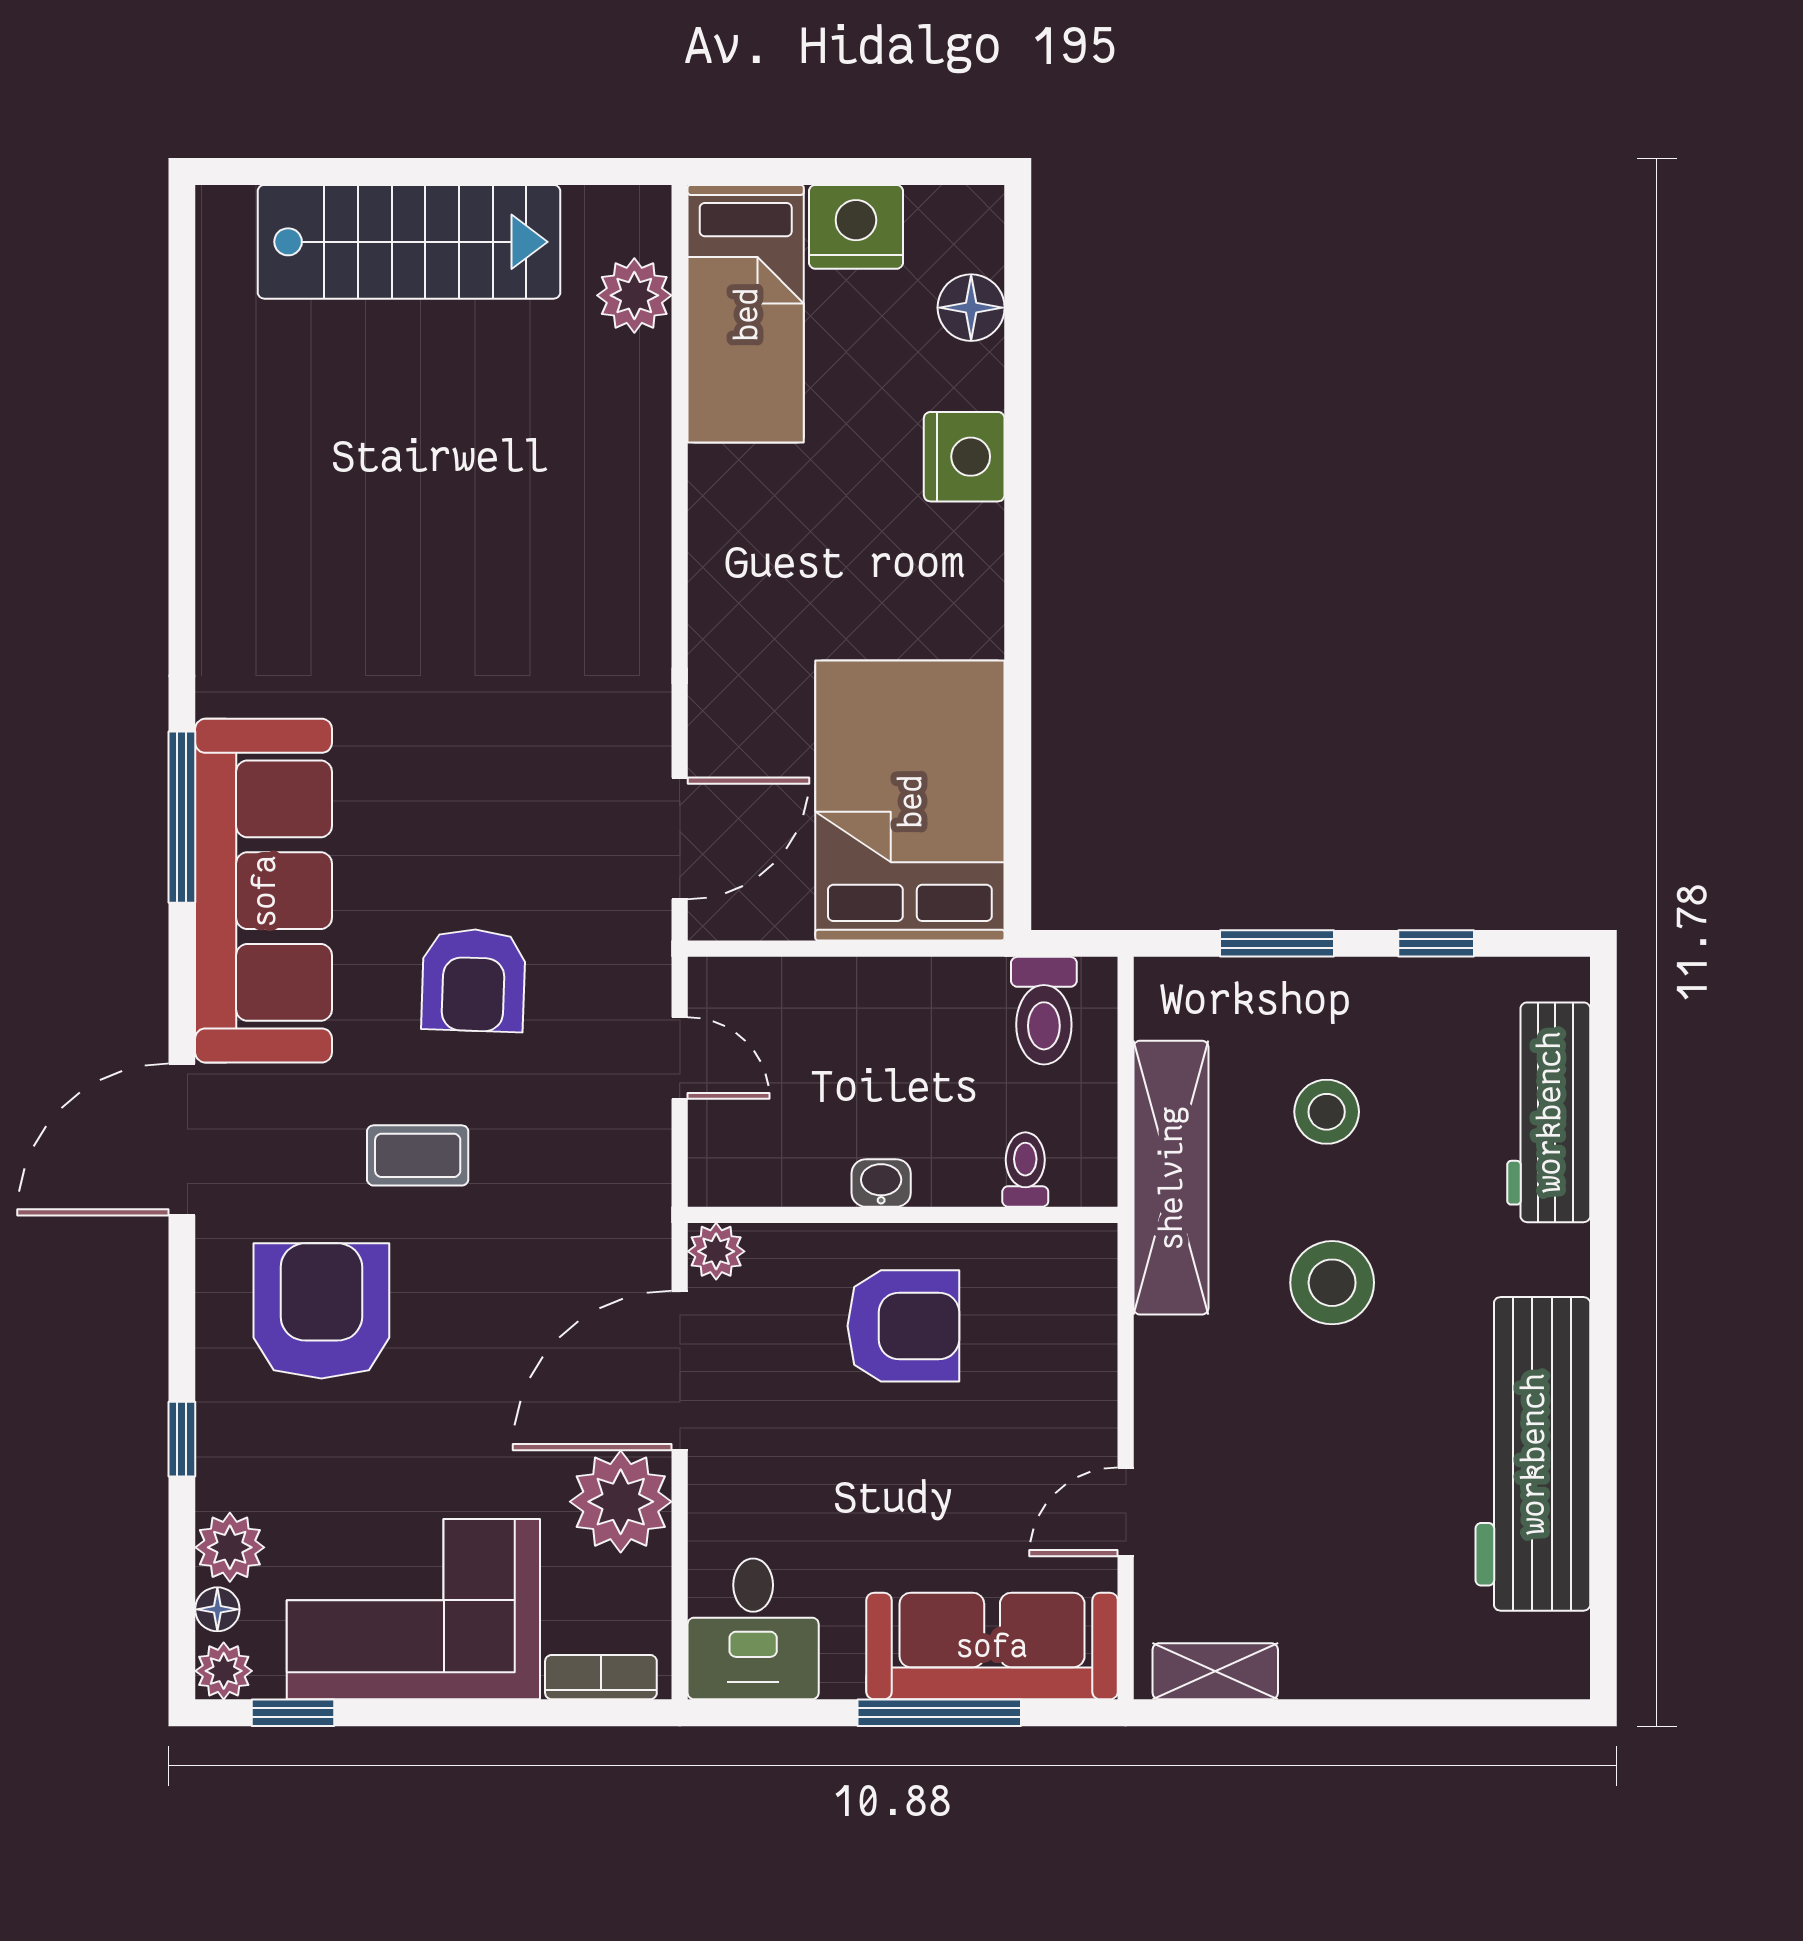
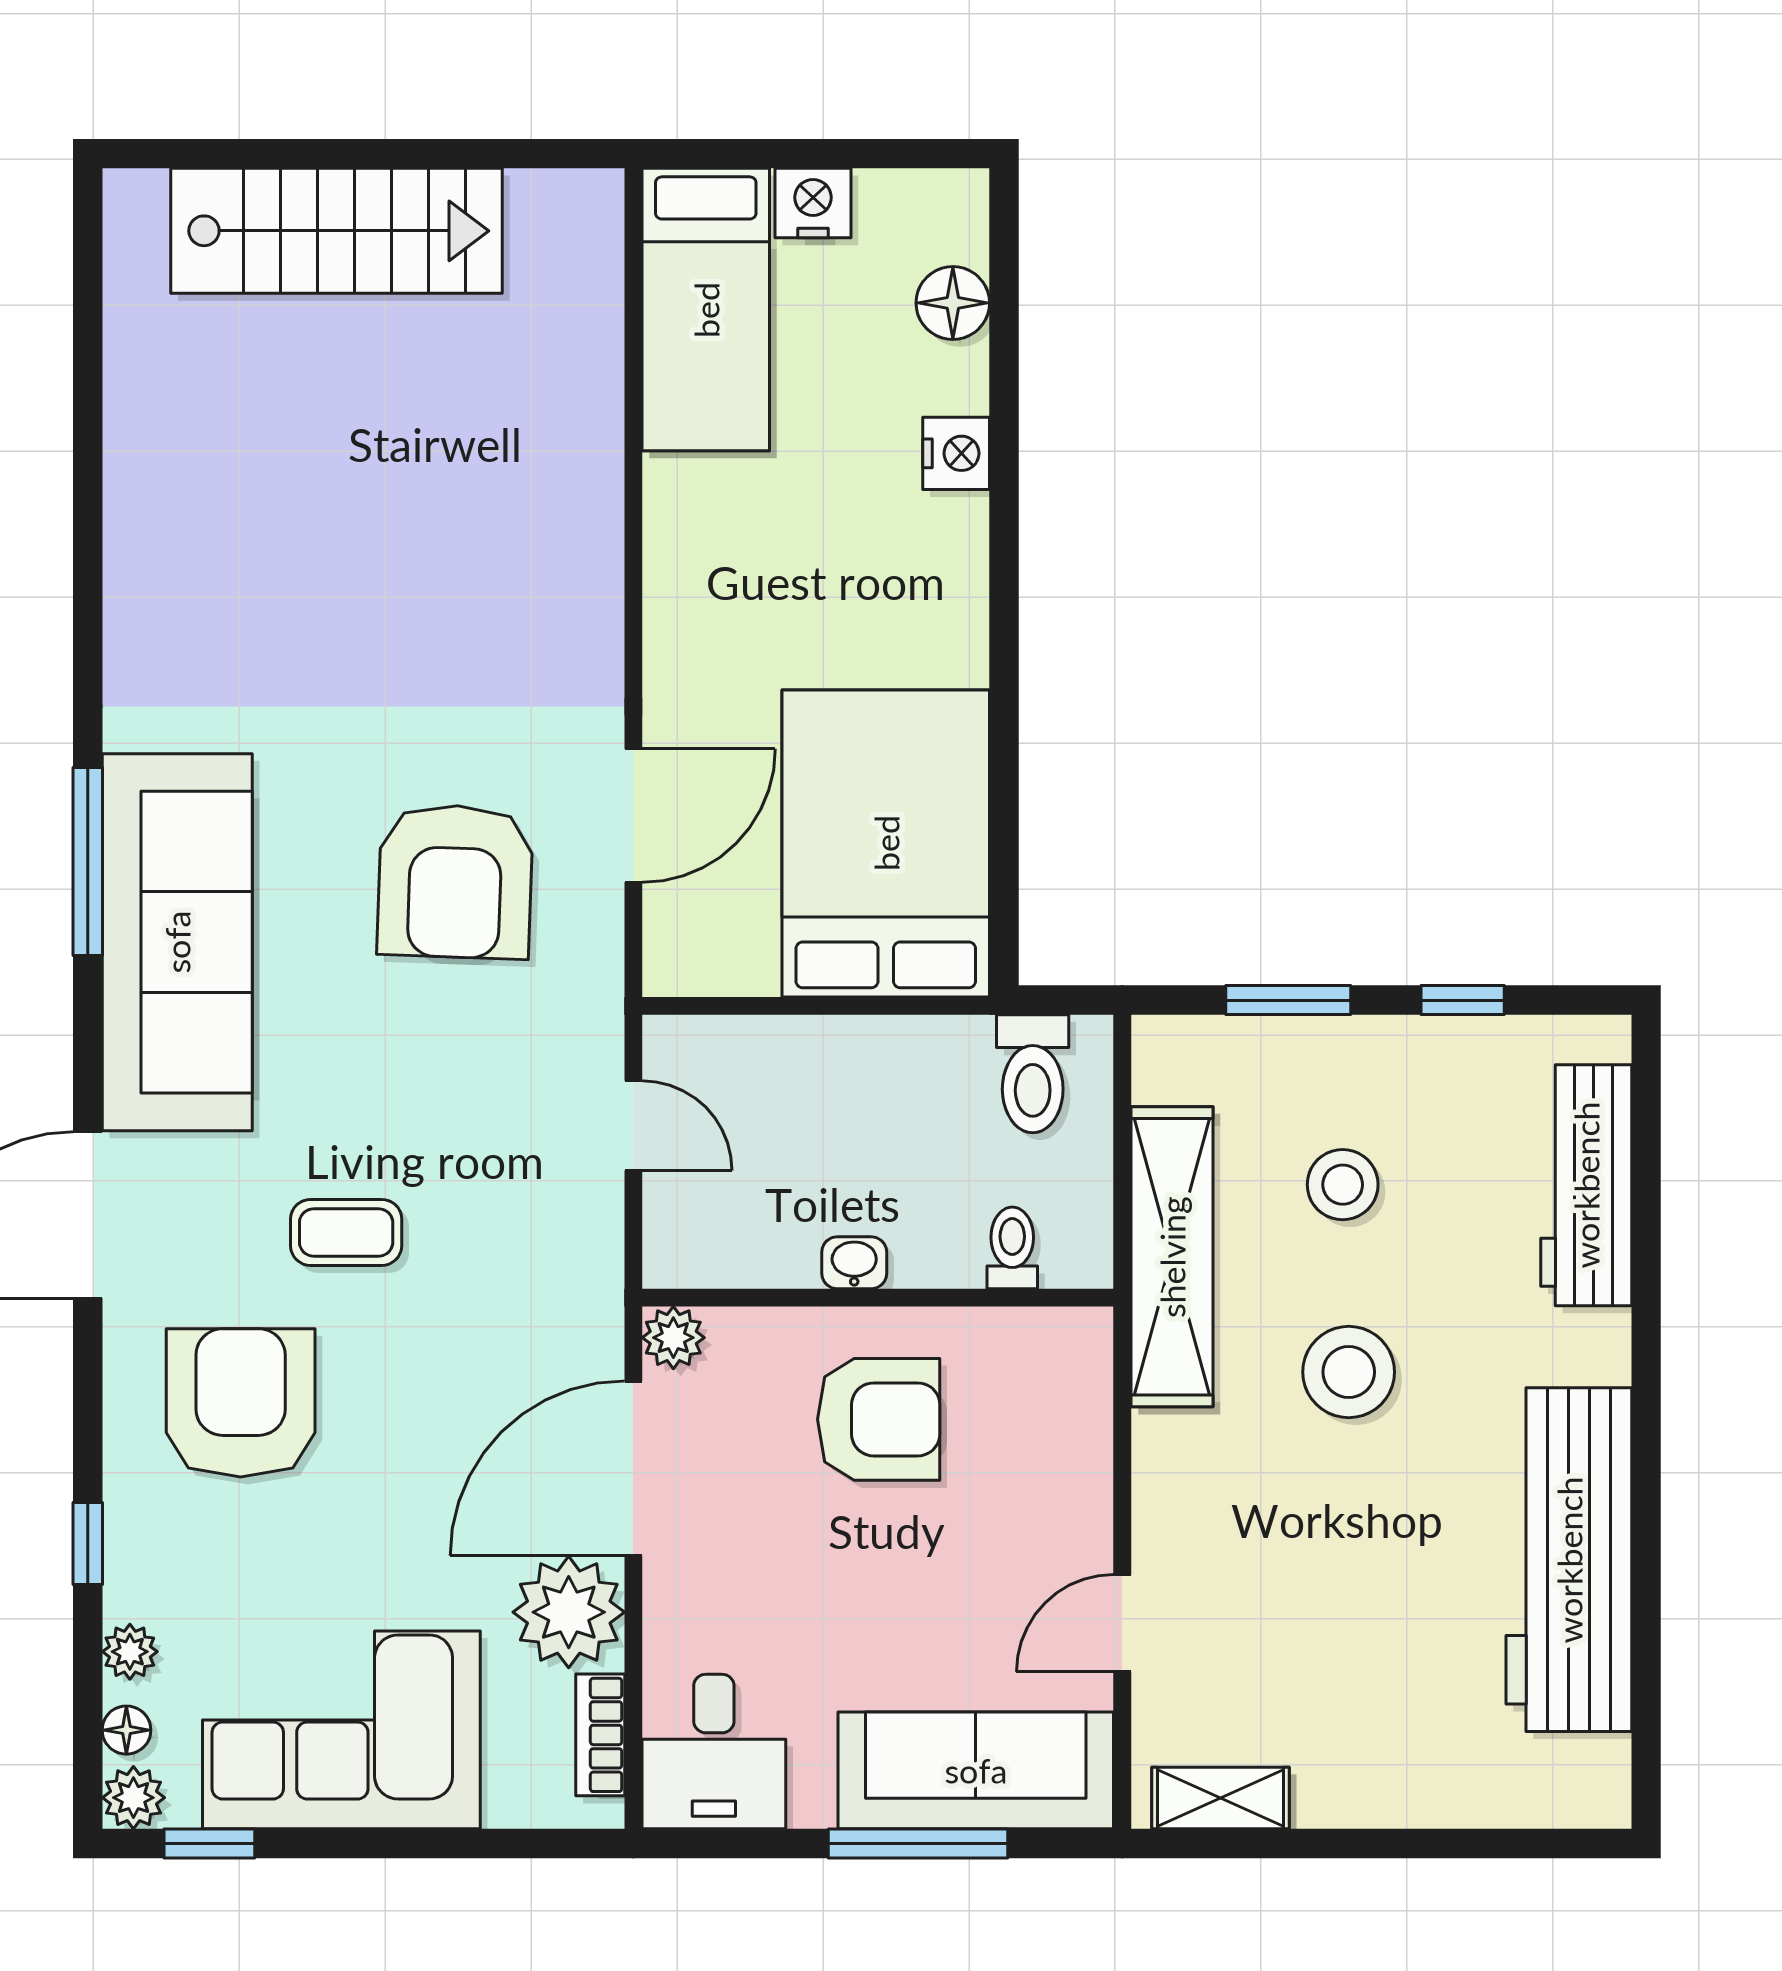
nightstand: (856, 227) -> (813, 203), width x0.74, depth x0.75
plant: (634, 295) -> (584, 290), removed
nightstand: (964, 457) -> (956, 453), width x0.74, depth x0.75
door: (680, 838) -> (633, 816), moved
armchair: (473, 980) -> (455, 881), moved, width x1.36, depth x1.36
plant: (230, 1547) -> (130, 1652), width x0.73, depth x0.73
bookcase: (601, 1677) -> (600, 1735), moved, turned -90

